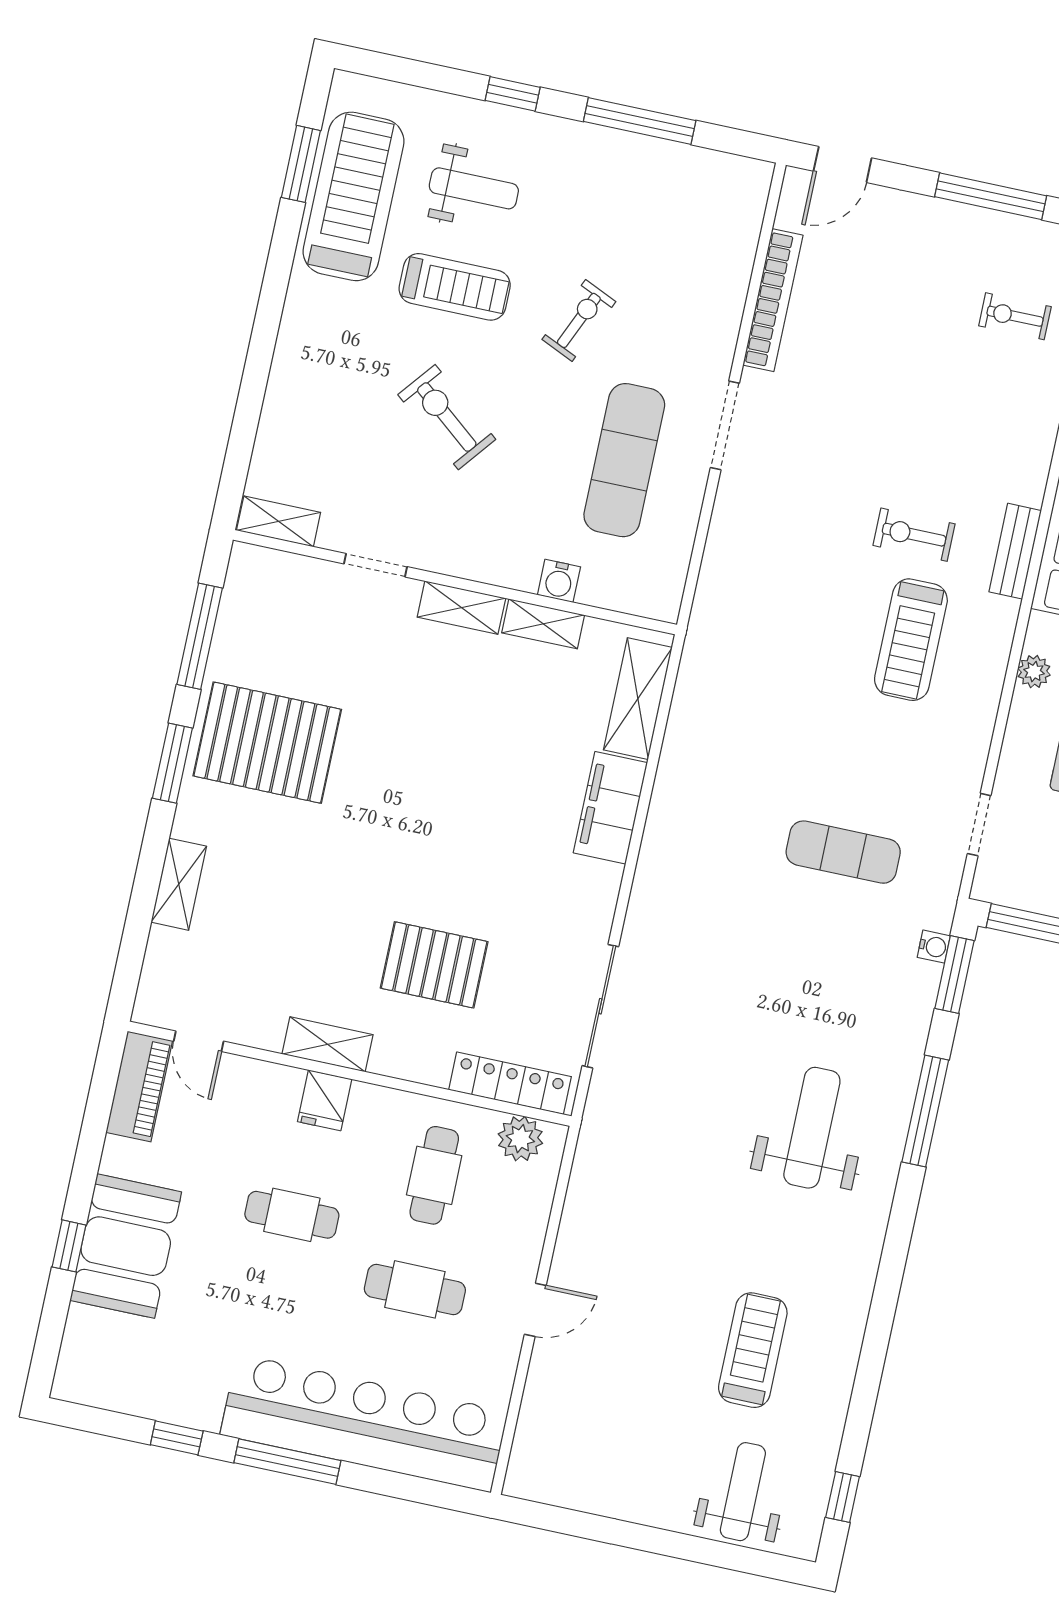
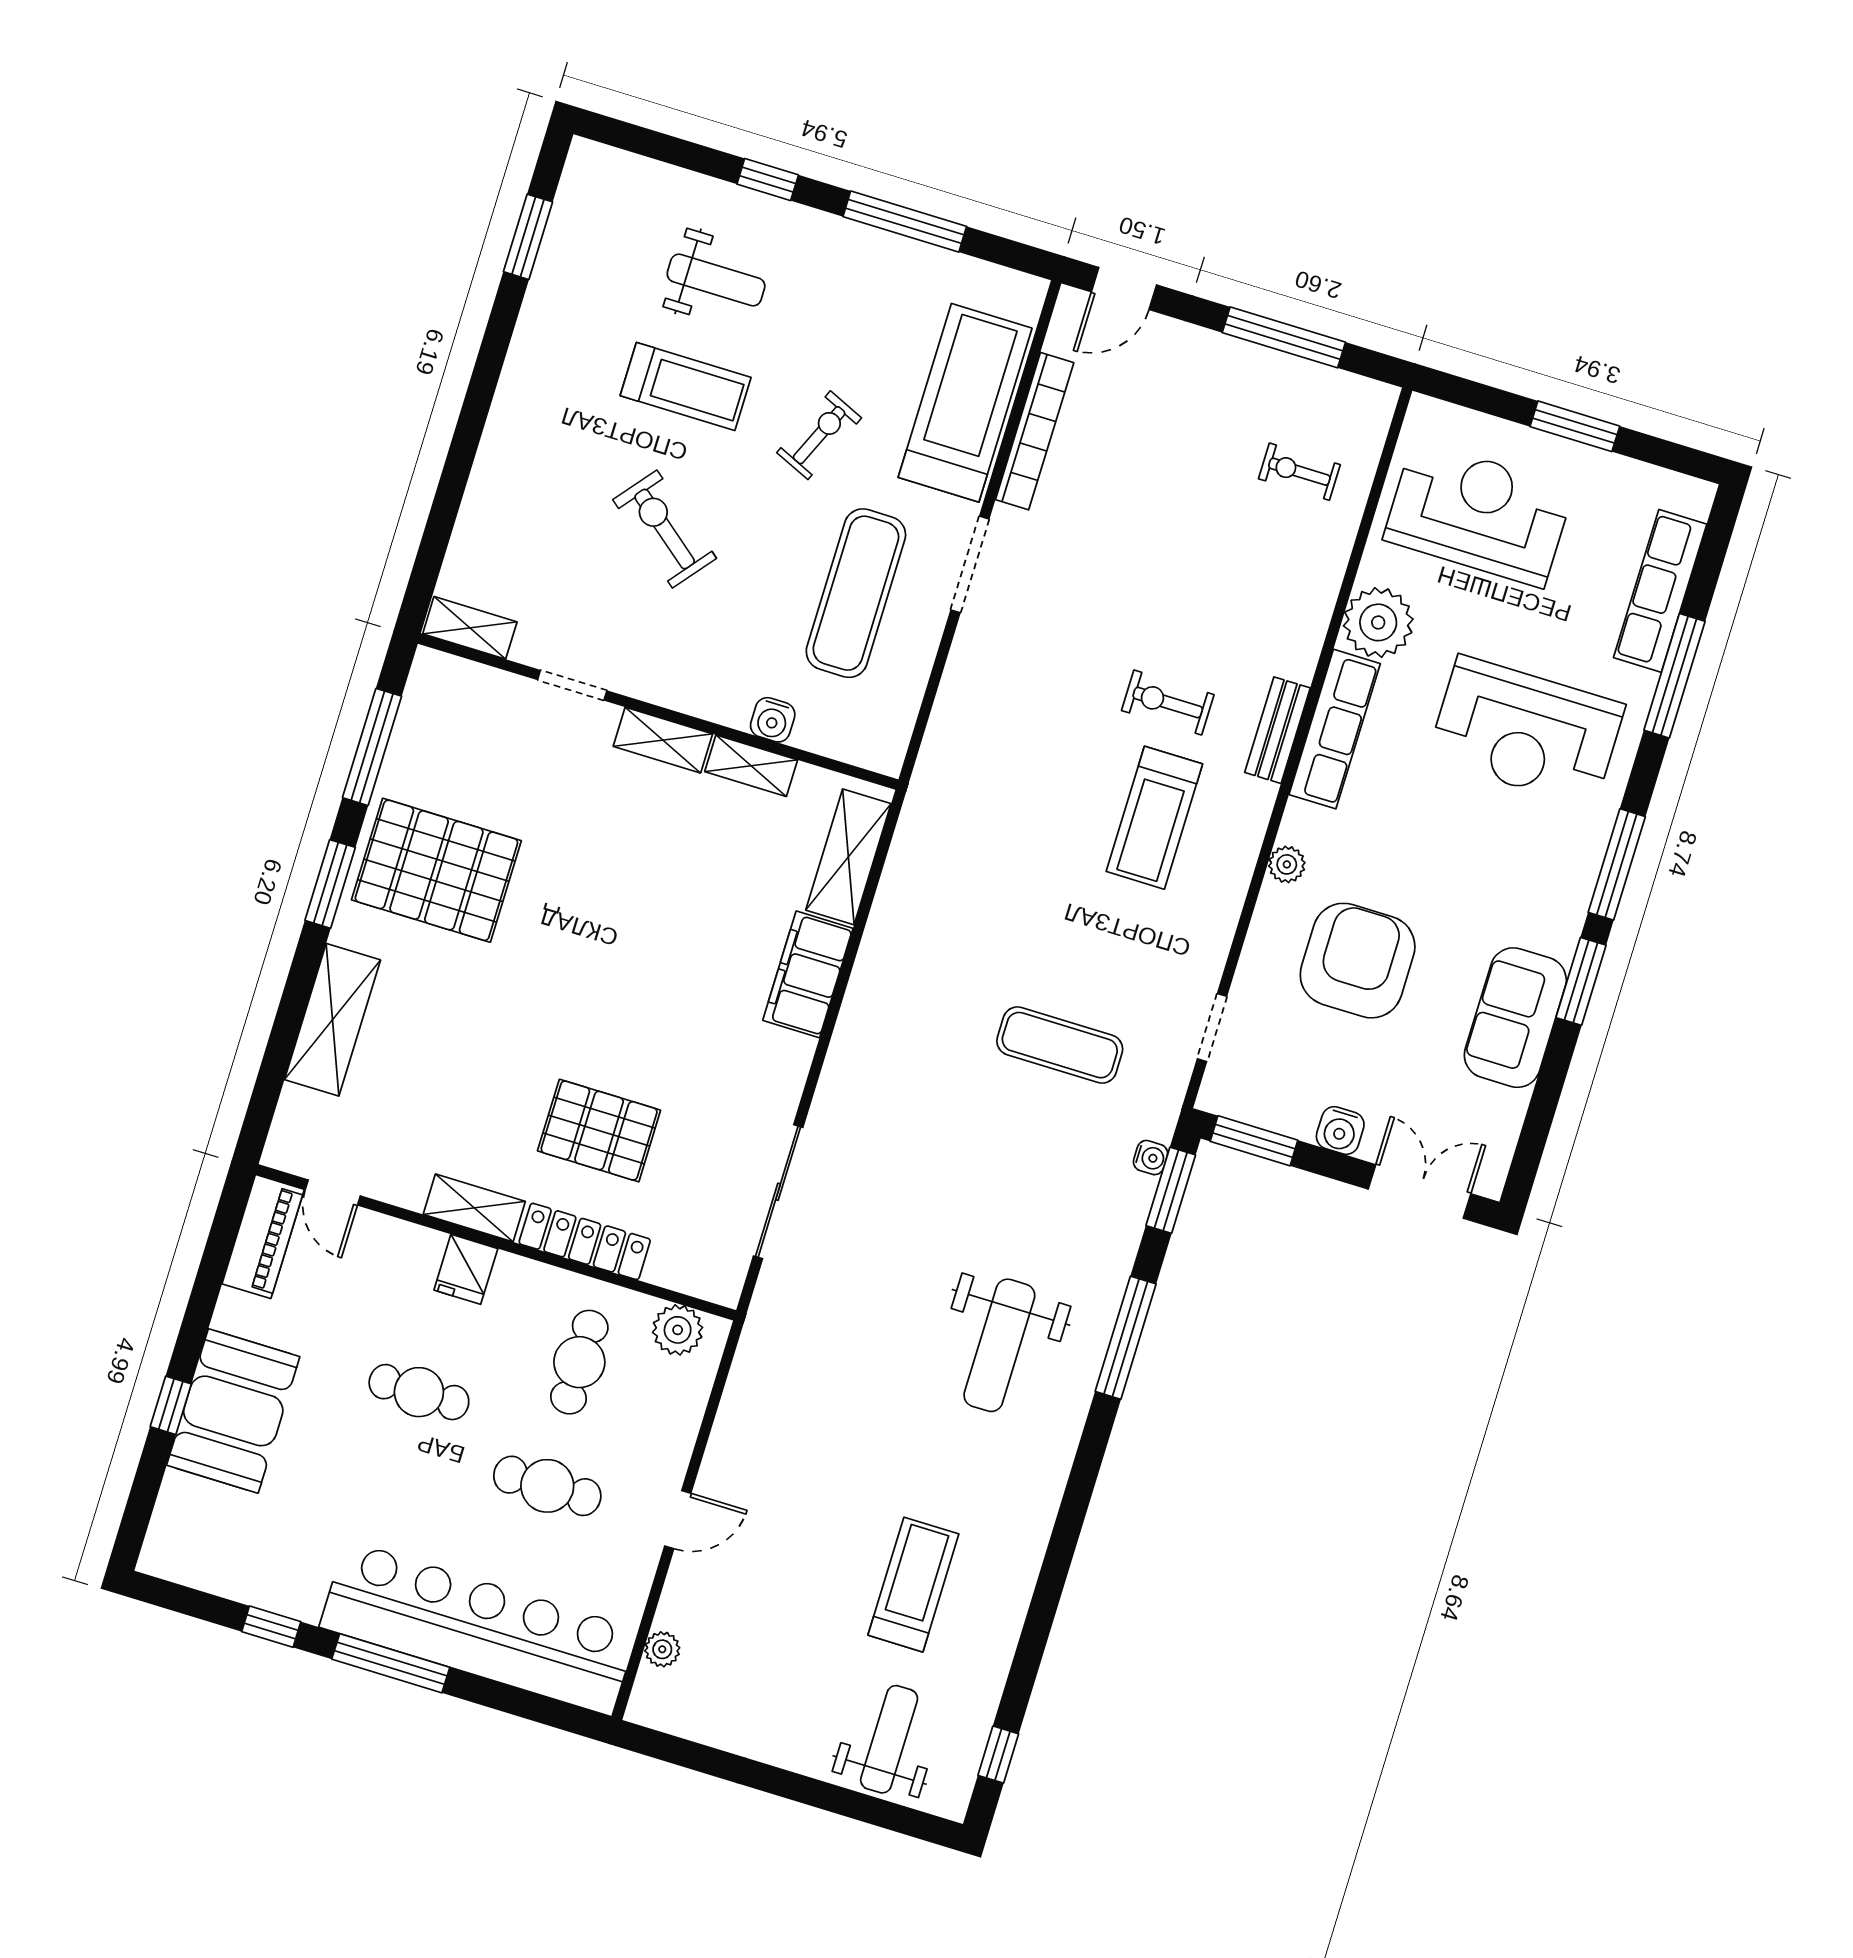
treadmill: (353, 196) -> (965, 403), moved
shelving: (179, 884) -> (332, 1020), width x1.50, depth x1.33
locker: (510, 1083) -> (585, 1241), moved
weight bench: (812, 1128) -> (999, 1345), turned 180
plant: (531, 1428) -> (662, 1649), added

